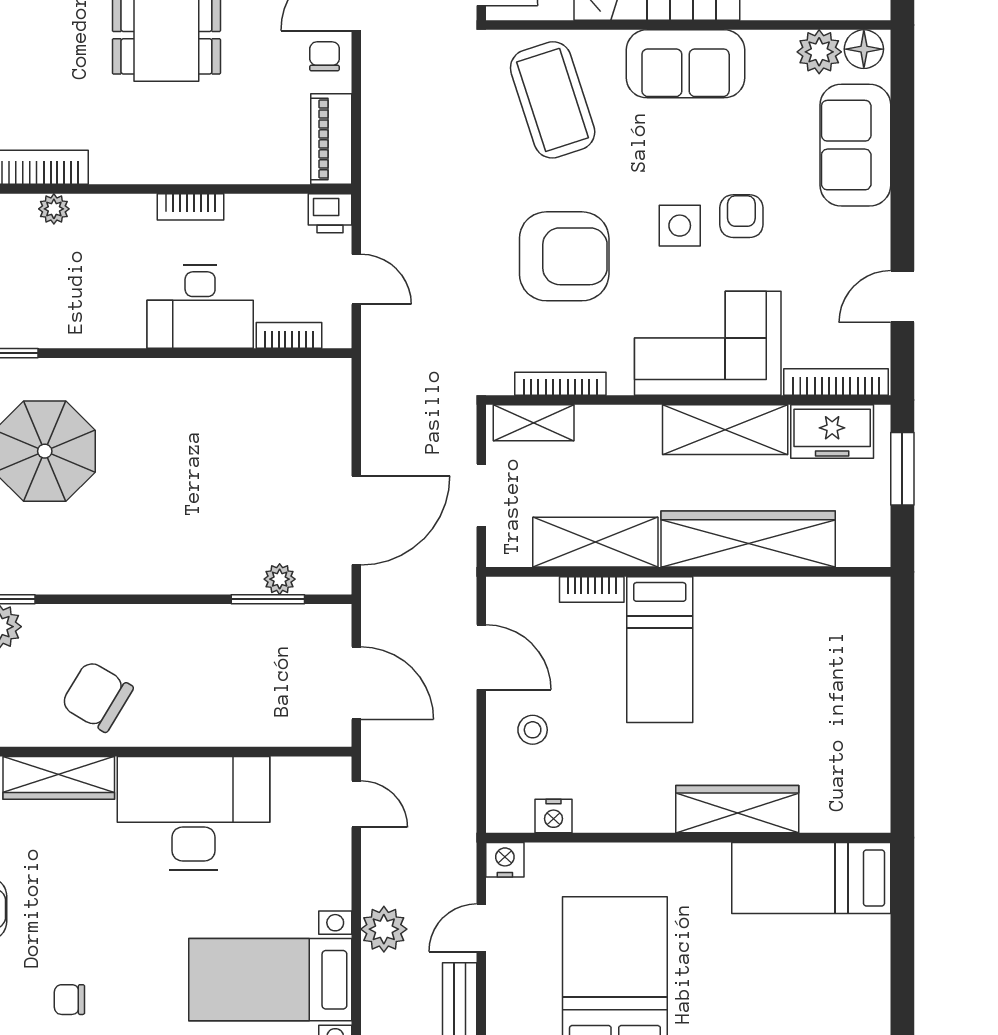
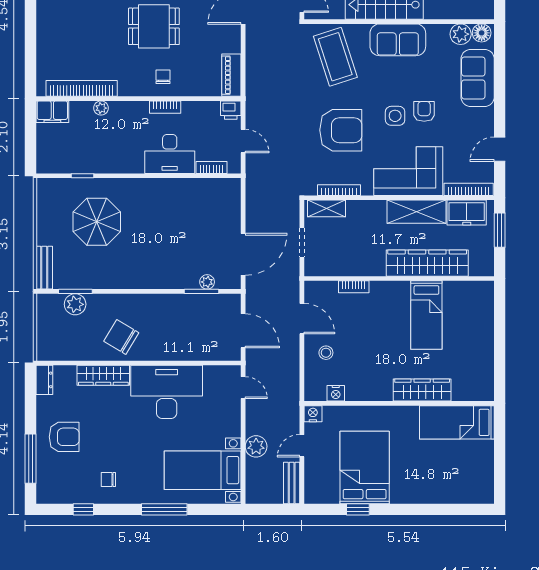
chair: (325, 56) -> (163, 77), moved
shelving: (595, 542) -> (355, 265), removed
bed: (660, 650) -> (426, 315), moved

